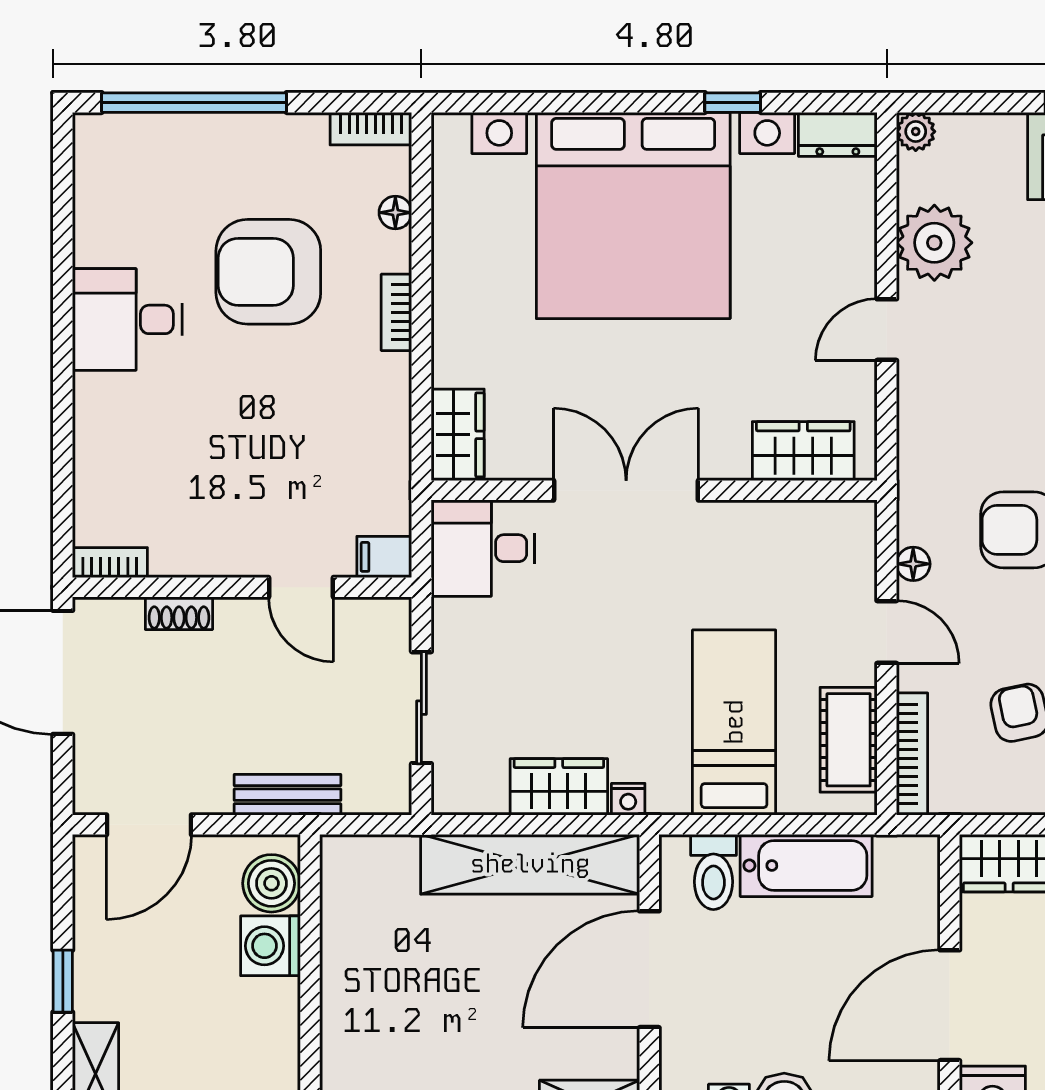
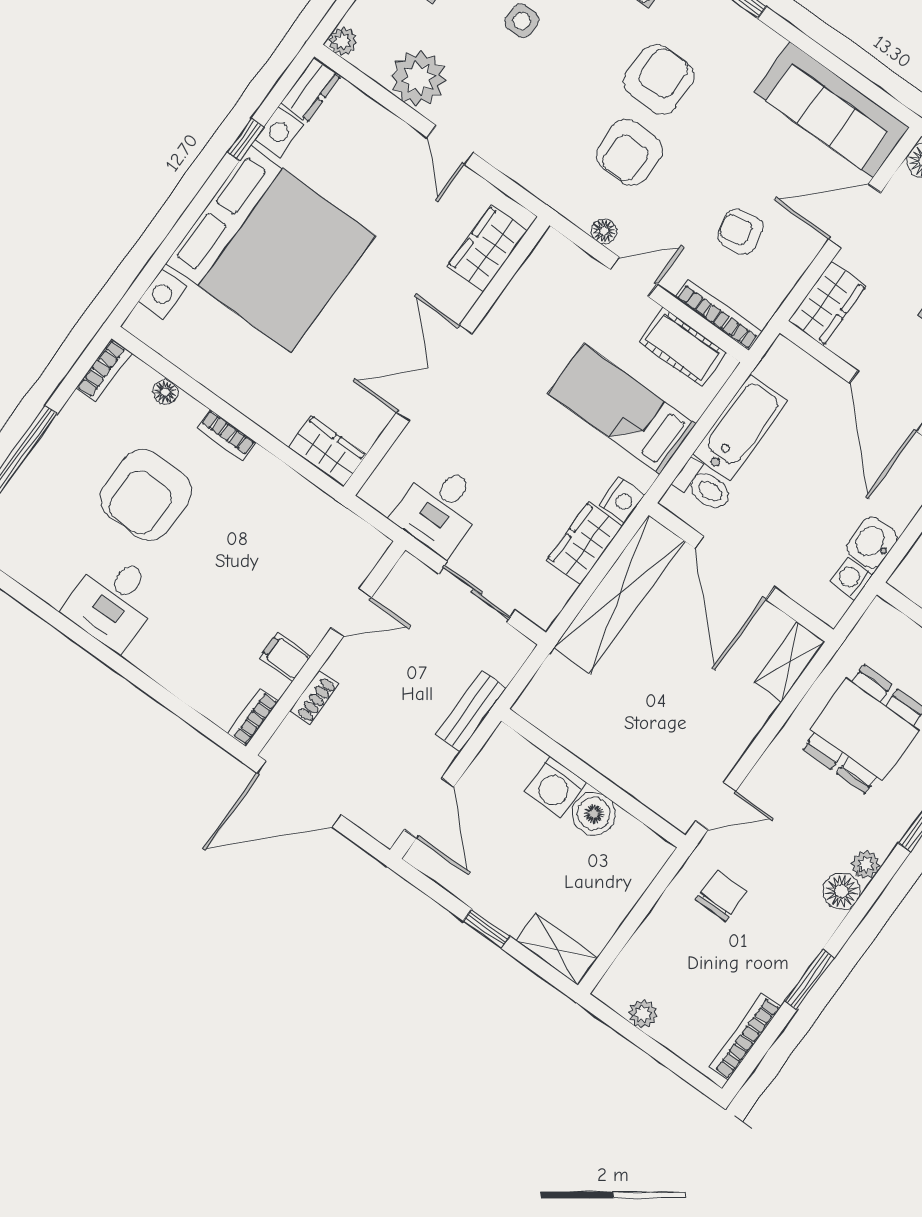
desk: (483, 548) -> (439, 508), moved
filing cabinet: (384, 557) -> (285, 657), moved, turned 90
nightstand: (628, 799) -> (622, 500), width x1.39, depth x1.35
boiler: (271, 883) -> (594, 814), moved

